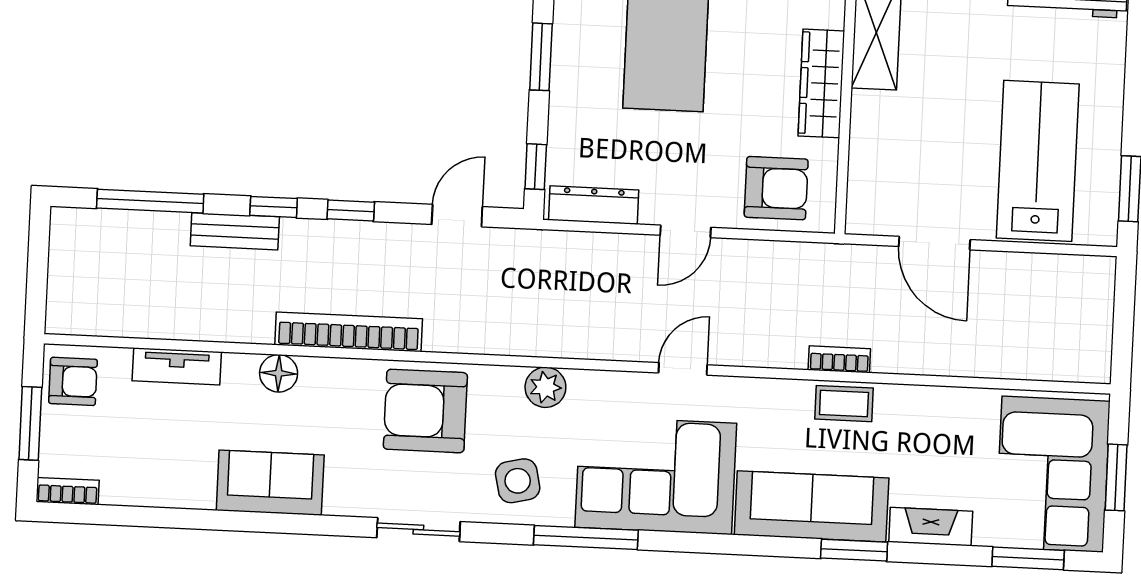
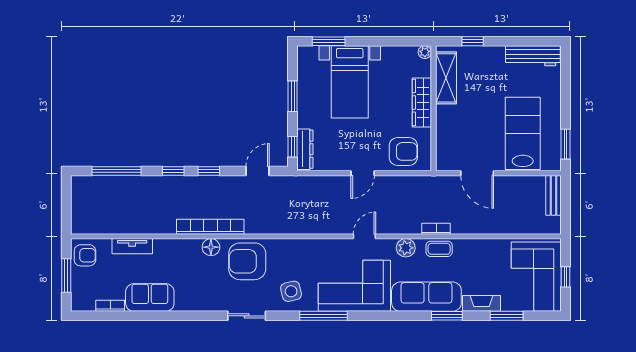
dresser: (594, 205) -> (305, 149), moved, turned 90
bench: (235, 231) -> (553, 195), moved, turned 90
floor lamp: (279, 373) -> (211, 247), moved
plant: (545, 387) -> (406, 248), moved
window: (1116, 477) -> (565, 277), width x0.67
sofa: (270, 483) -> (150, 298), moved
bookcase: (68, 491) -> (110, 306), moved
window: (1028, 558) -> (507, 316), moved

